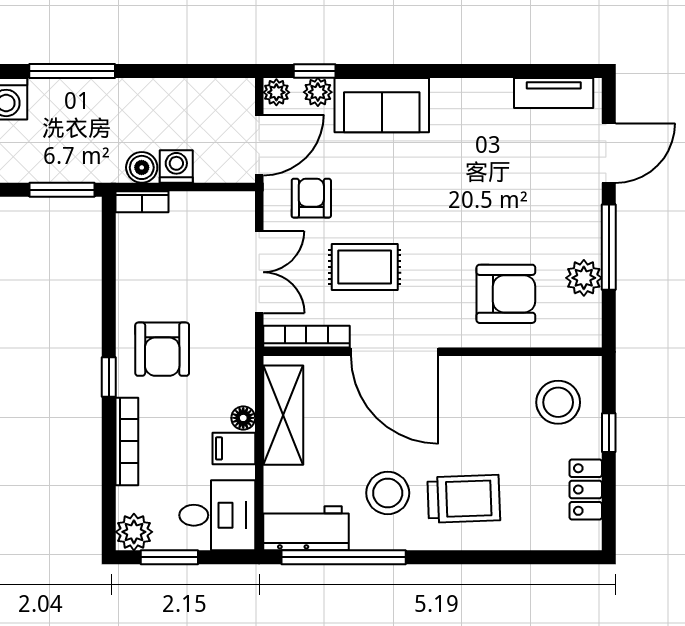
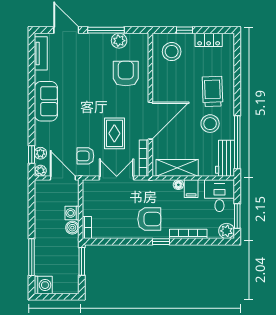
sofa: (382, 105) -> (46, 101), moved

